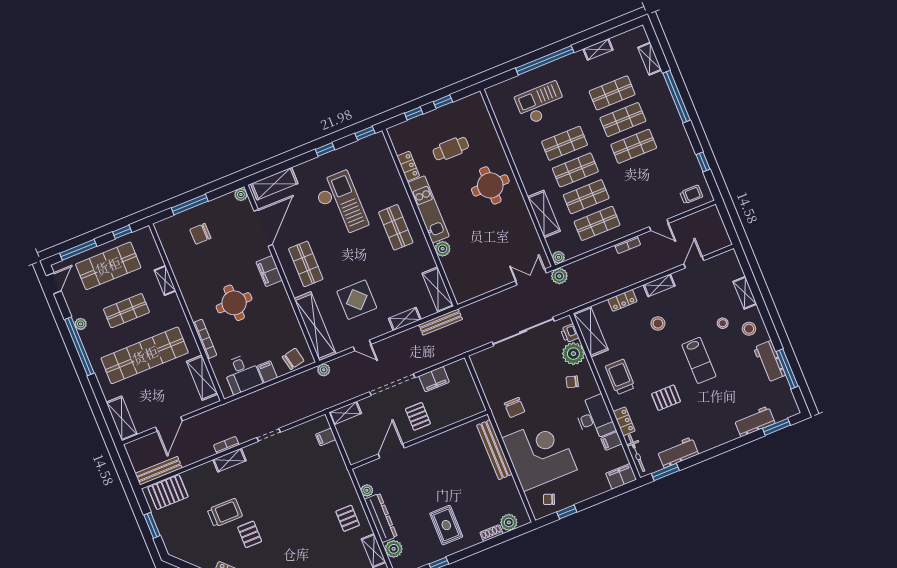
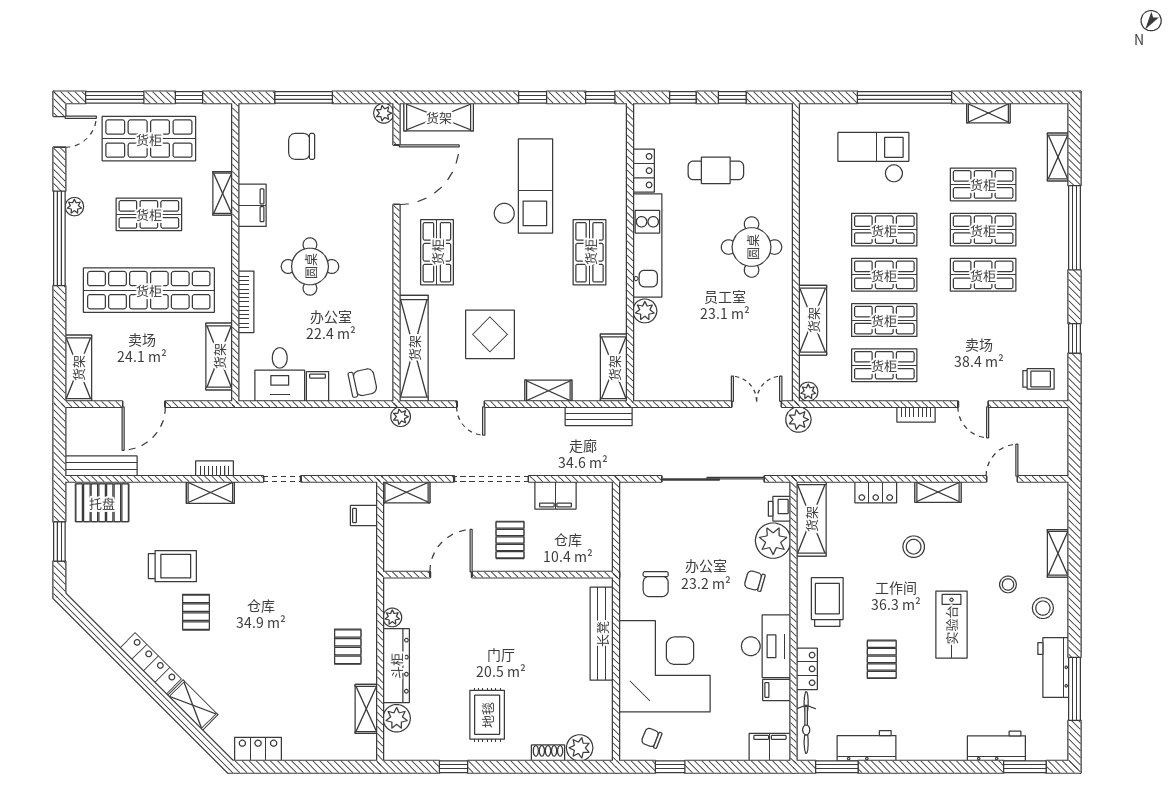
filing cabinet: (269, 271) -> (252, 205), moved, turned 180
pallet: (666, 398) -> (882, 659), turned 90

